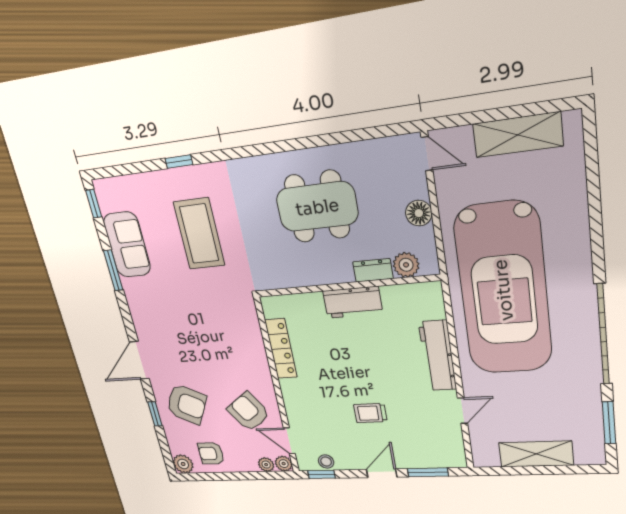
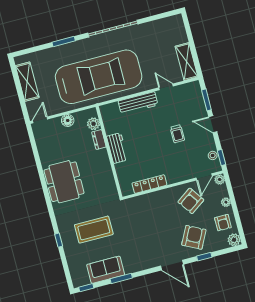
dining table: (317, 207) -> (64, 182), moved
window: (609, 423) -> (64, 41), moved
shelving: (536, 454) -> (186, 62), moved
plant: (266, 465) -> (226, 202), moved

